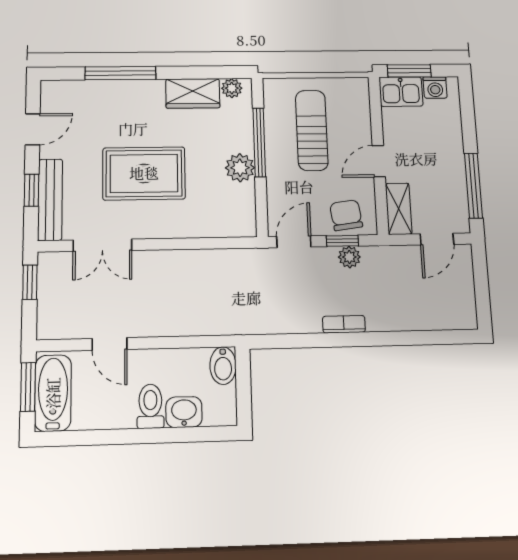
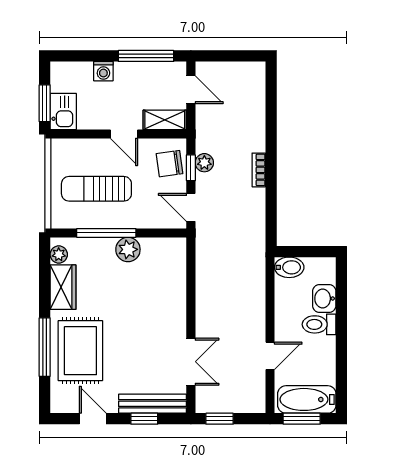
washing machine: (435, 88) -> (103, 71), moved, turned 90
rug: (144, 173) -> (80, 351), moved

